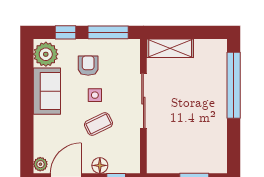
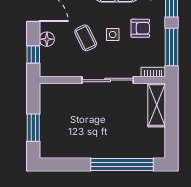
bookcase: (135, 52) -> (153, 72), added

